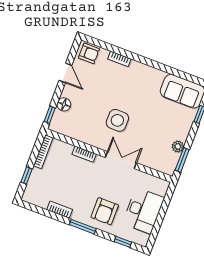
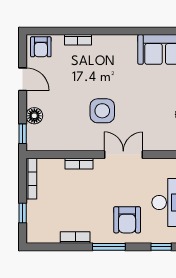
armchair: (89, 53) -> (41, 47), turned 90

